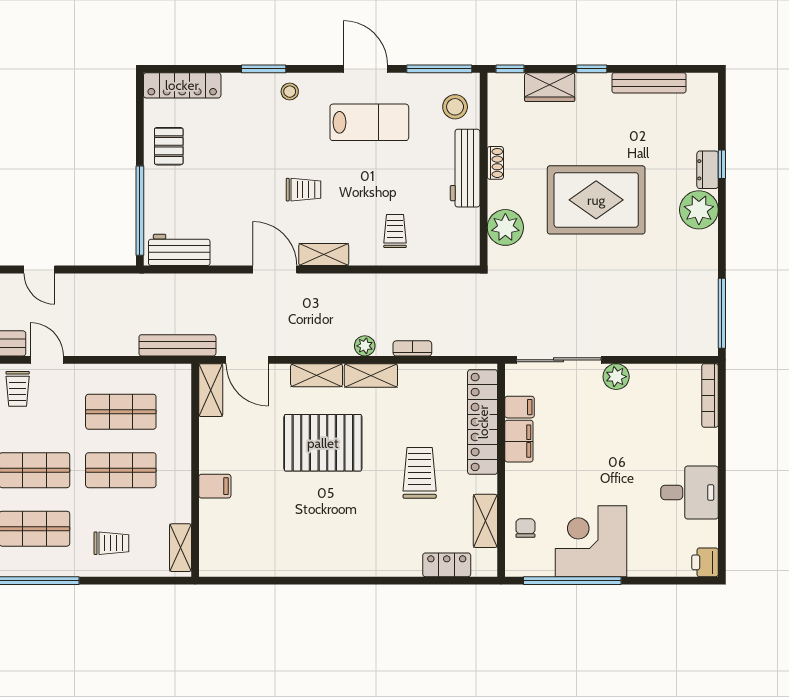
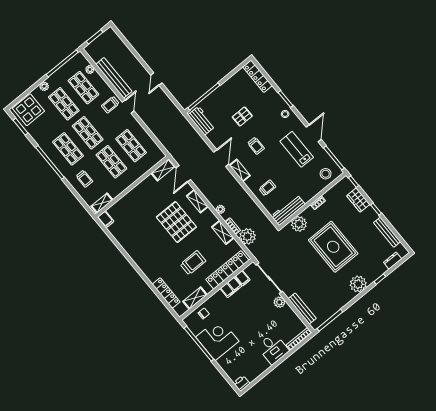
lab bench: (369, 122) -> (297, 149), turned 180
pallet: (169, 146) -> (242, 116), moved
workbench: (465, 168) -> (288, 210), moved
dresser: (708, 170) -> (393, 261), moved
plant: (452, 337) -> (247, 236), added
bench: (177, 345) -> (302, 309), moved
shelving: (371, 376) -> (223, 232), moved
filing cabinet: (215, 486) -> (106, 219), moved
desk: (690, 493) -> (273, 349), moved
locker: (447, 565) -> (166, 293), width x1.53

